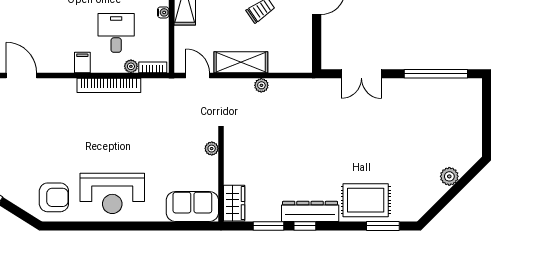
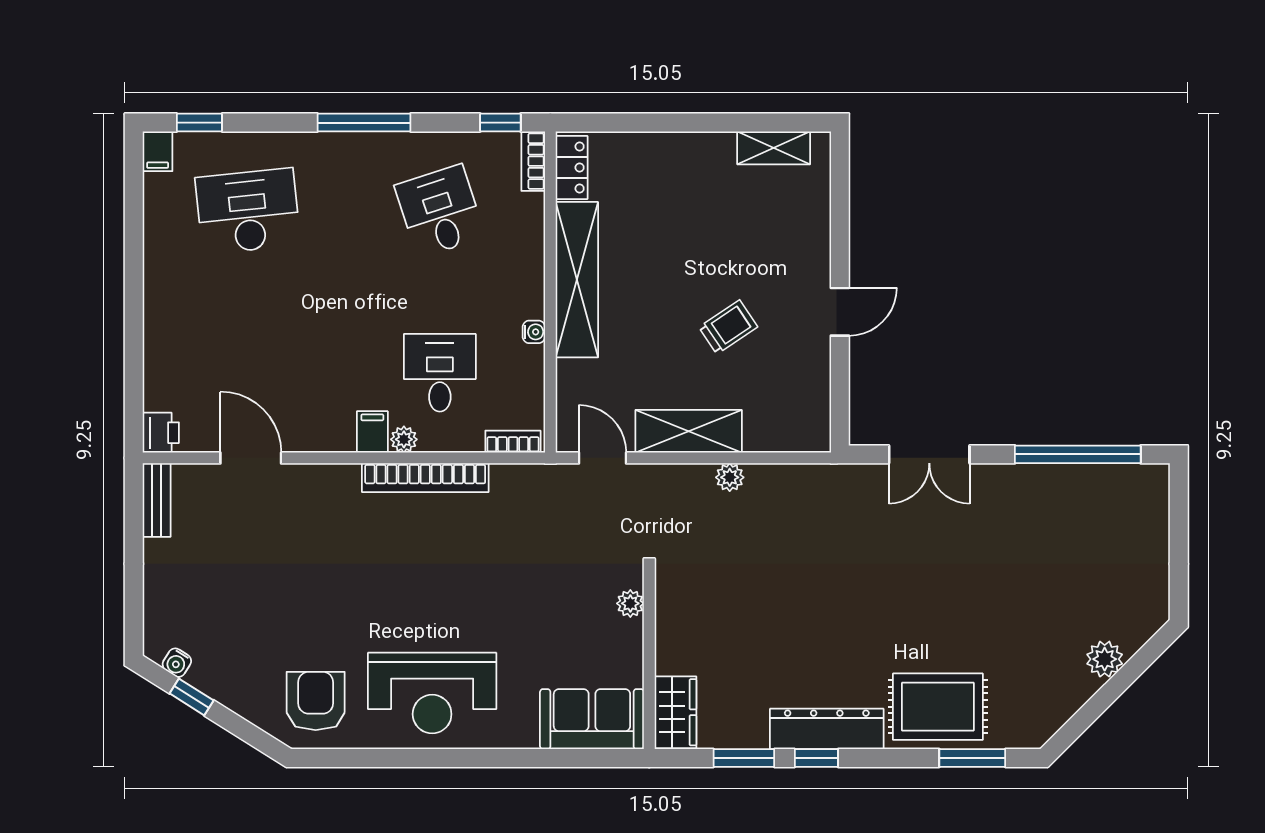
plant: (131, 66) -> (404, 439), moved
armchair: (54, 197) -> (316, 701), turned -90

